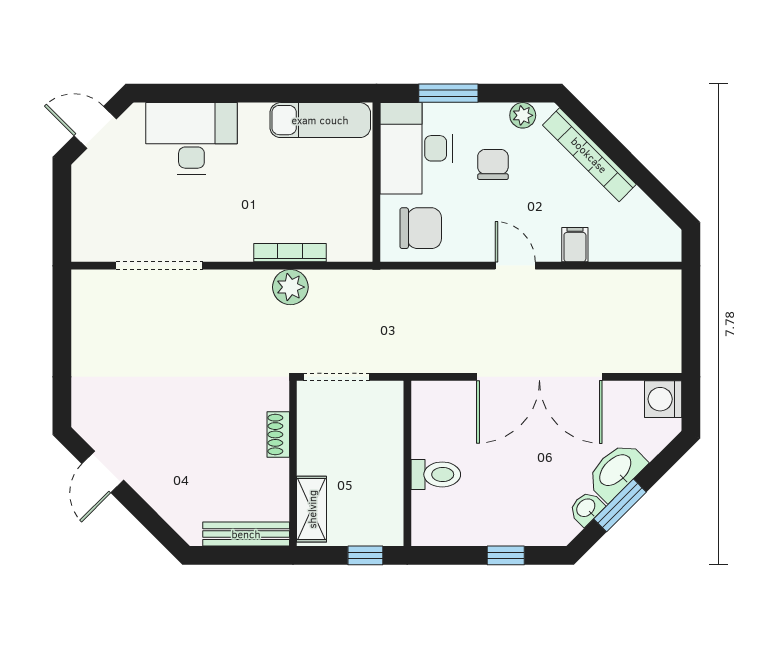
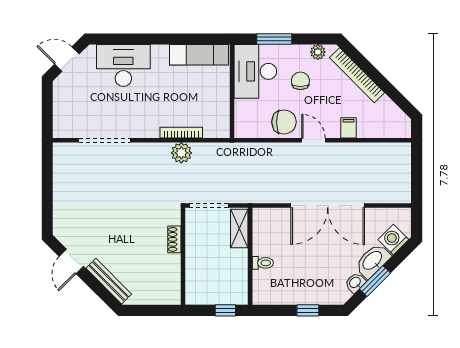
chair: (421, 228) -> (284, 122), moved
washing machine: (663, 399) -> (393, 240), moved, turned 45
toilet: (436, 474) -> (263, 263), width x0.73, depth x0.72
shelving: (312, 509) -> (239, 228), moved
bench: (246, 534) -> (109, 281), moved, turned 45

